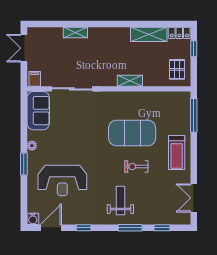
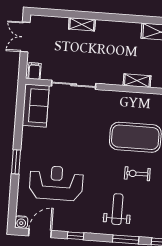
plant: (32, 146) -> (26, 143), removed
reception desk: (62, 180) -> (56, 183), turned 180

